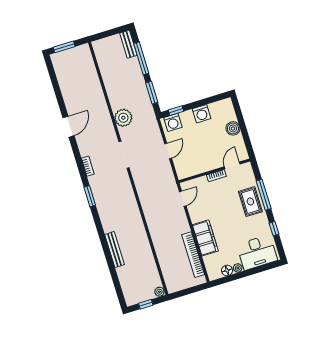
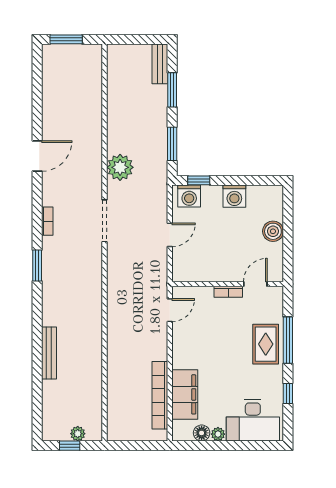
window: (141, 58) -> (172, 90), width x0.69
filing cabinet: (205, 238) -> (185, 394), moved
plant: (159, 292) -> (78, 434), moved

